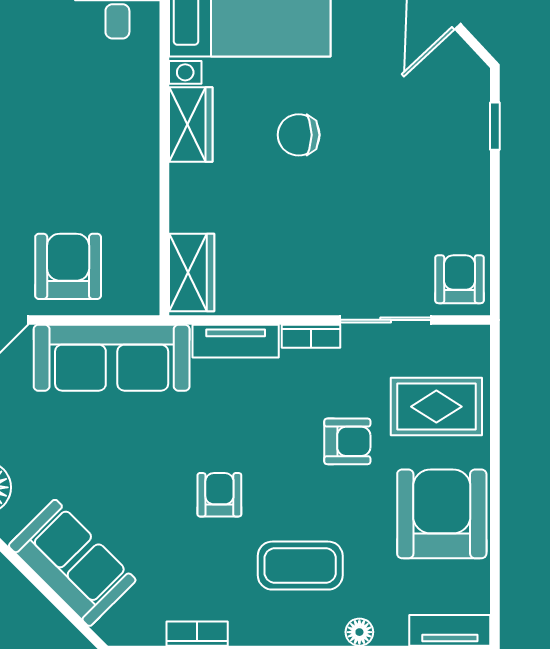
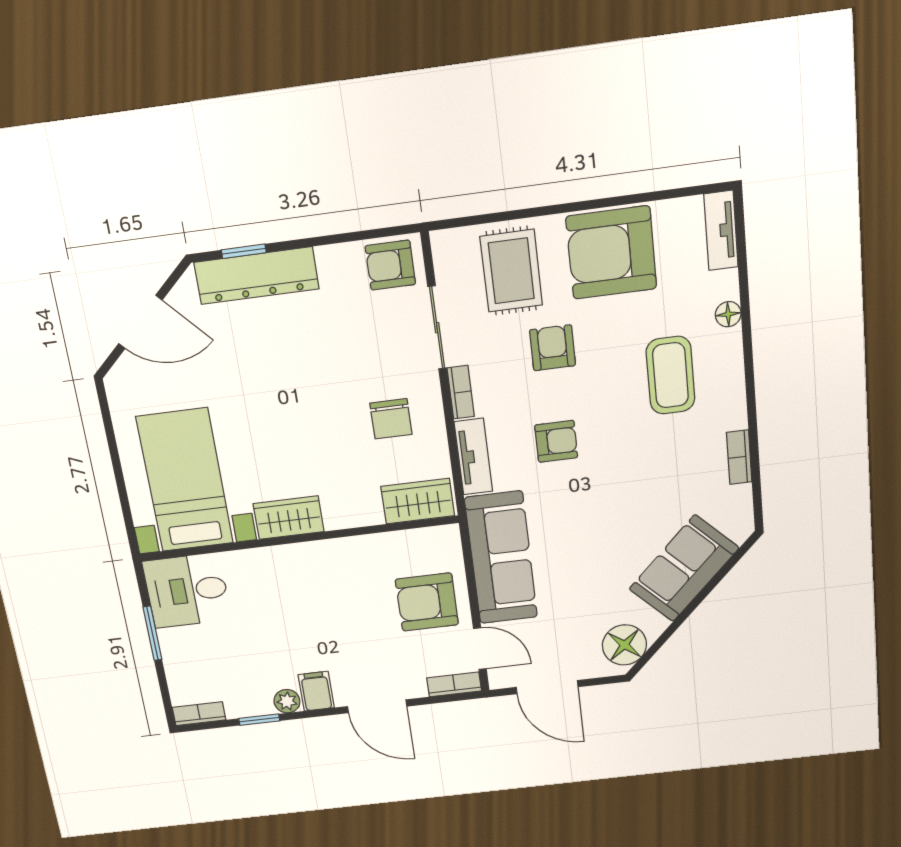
chair: (299, 135) -> (391, 419), moved
dresser: (467, 135) -> (256, 276), added
armchair: (219, 495) -> (556, 441), moved, turned 180

